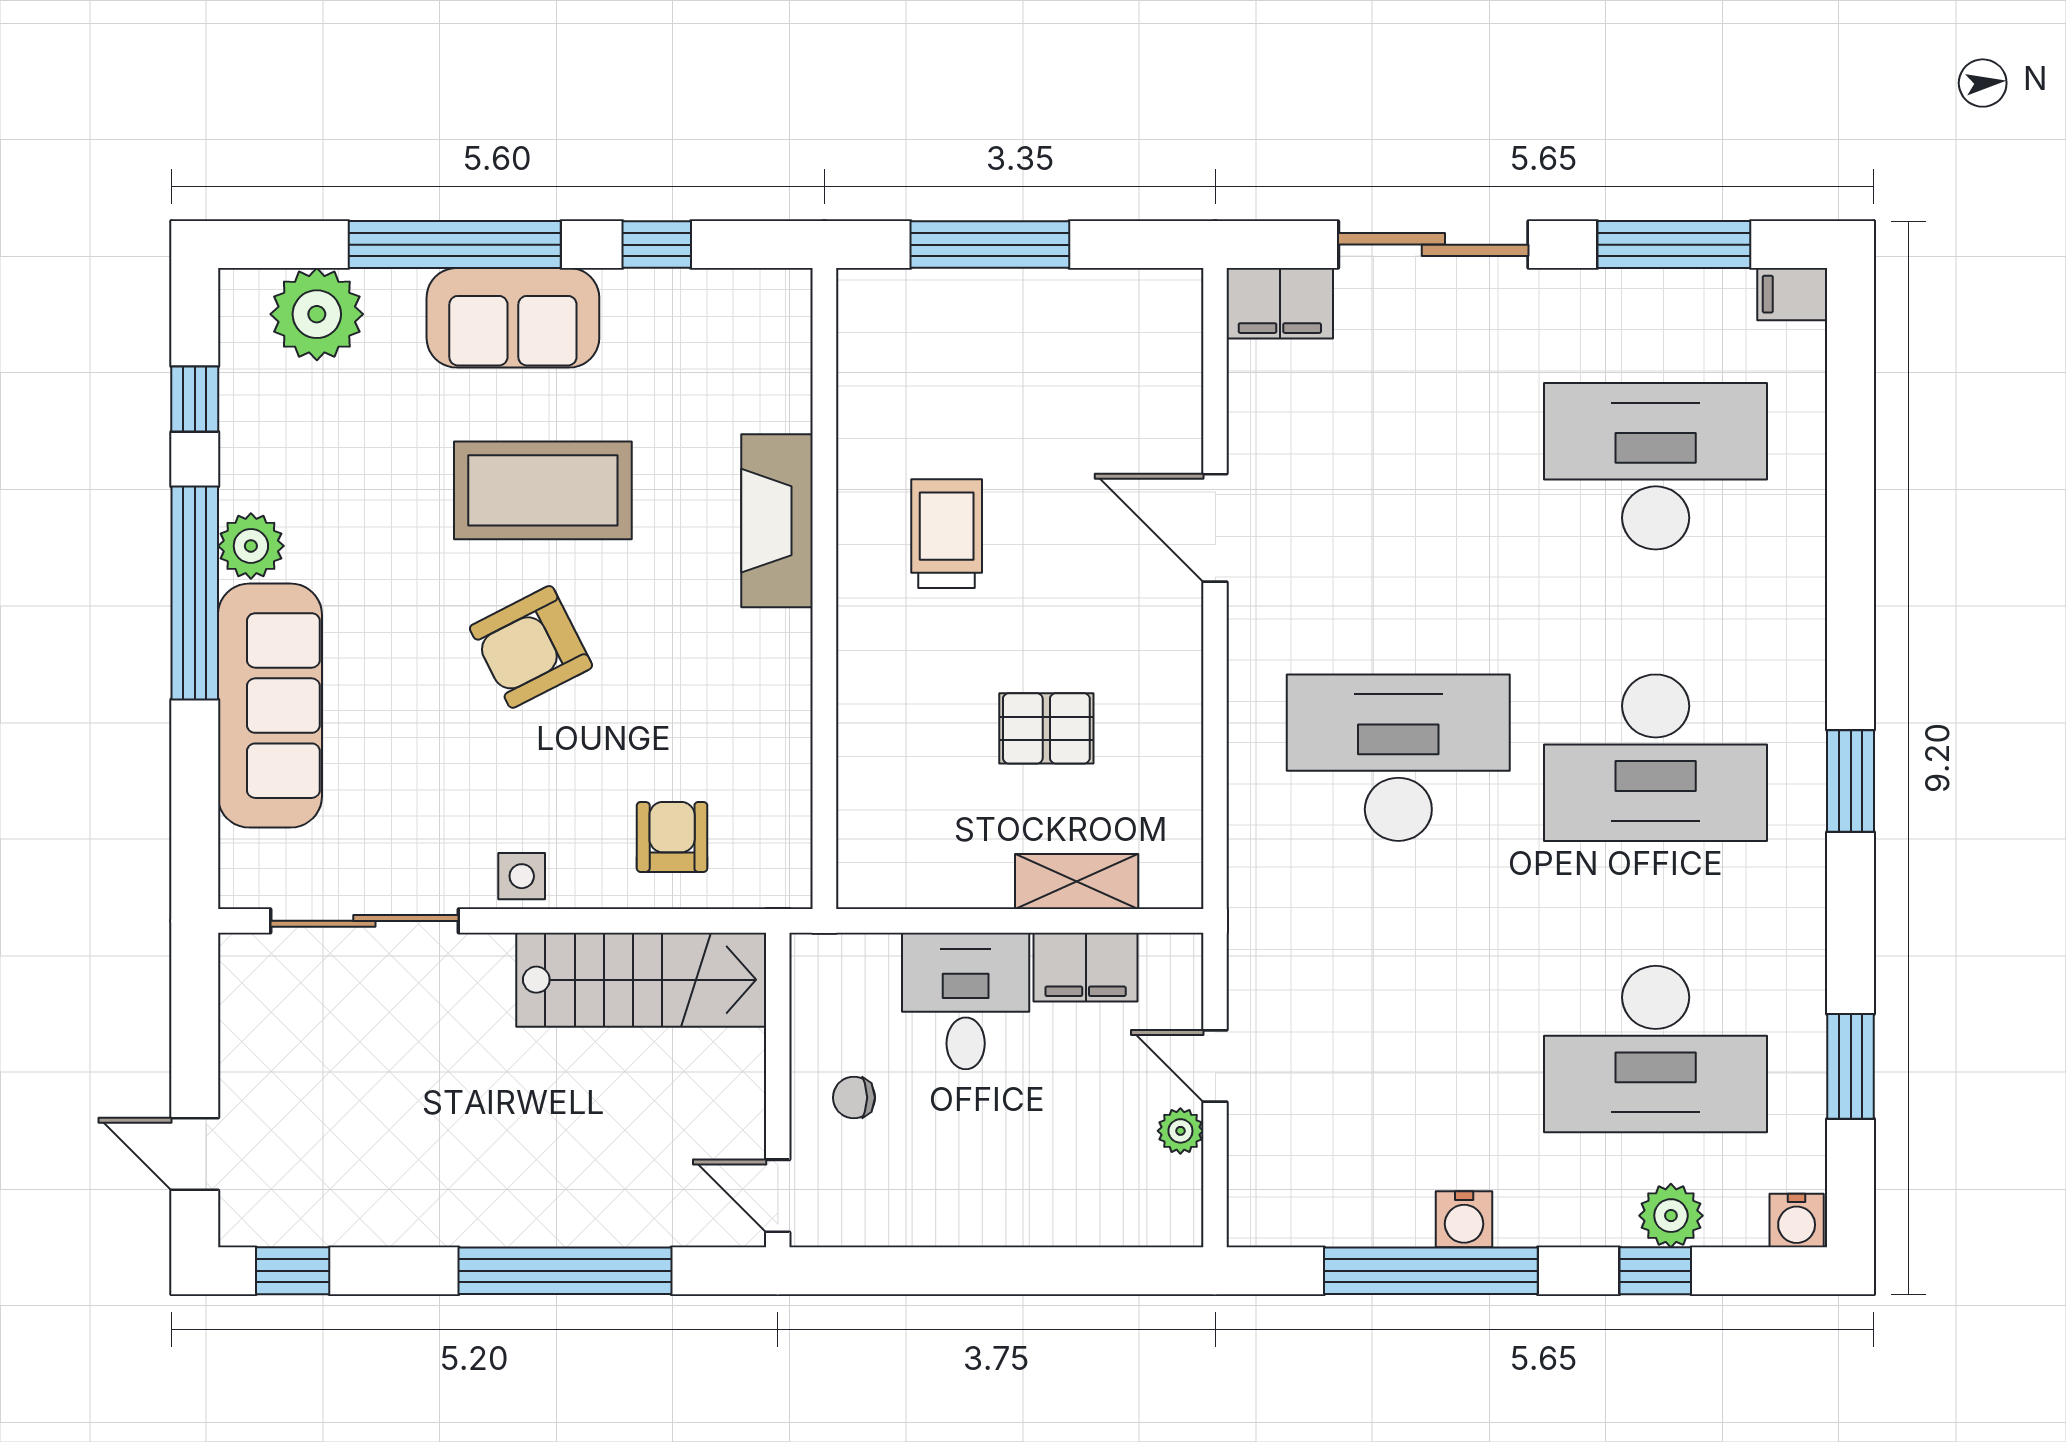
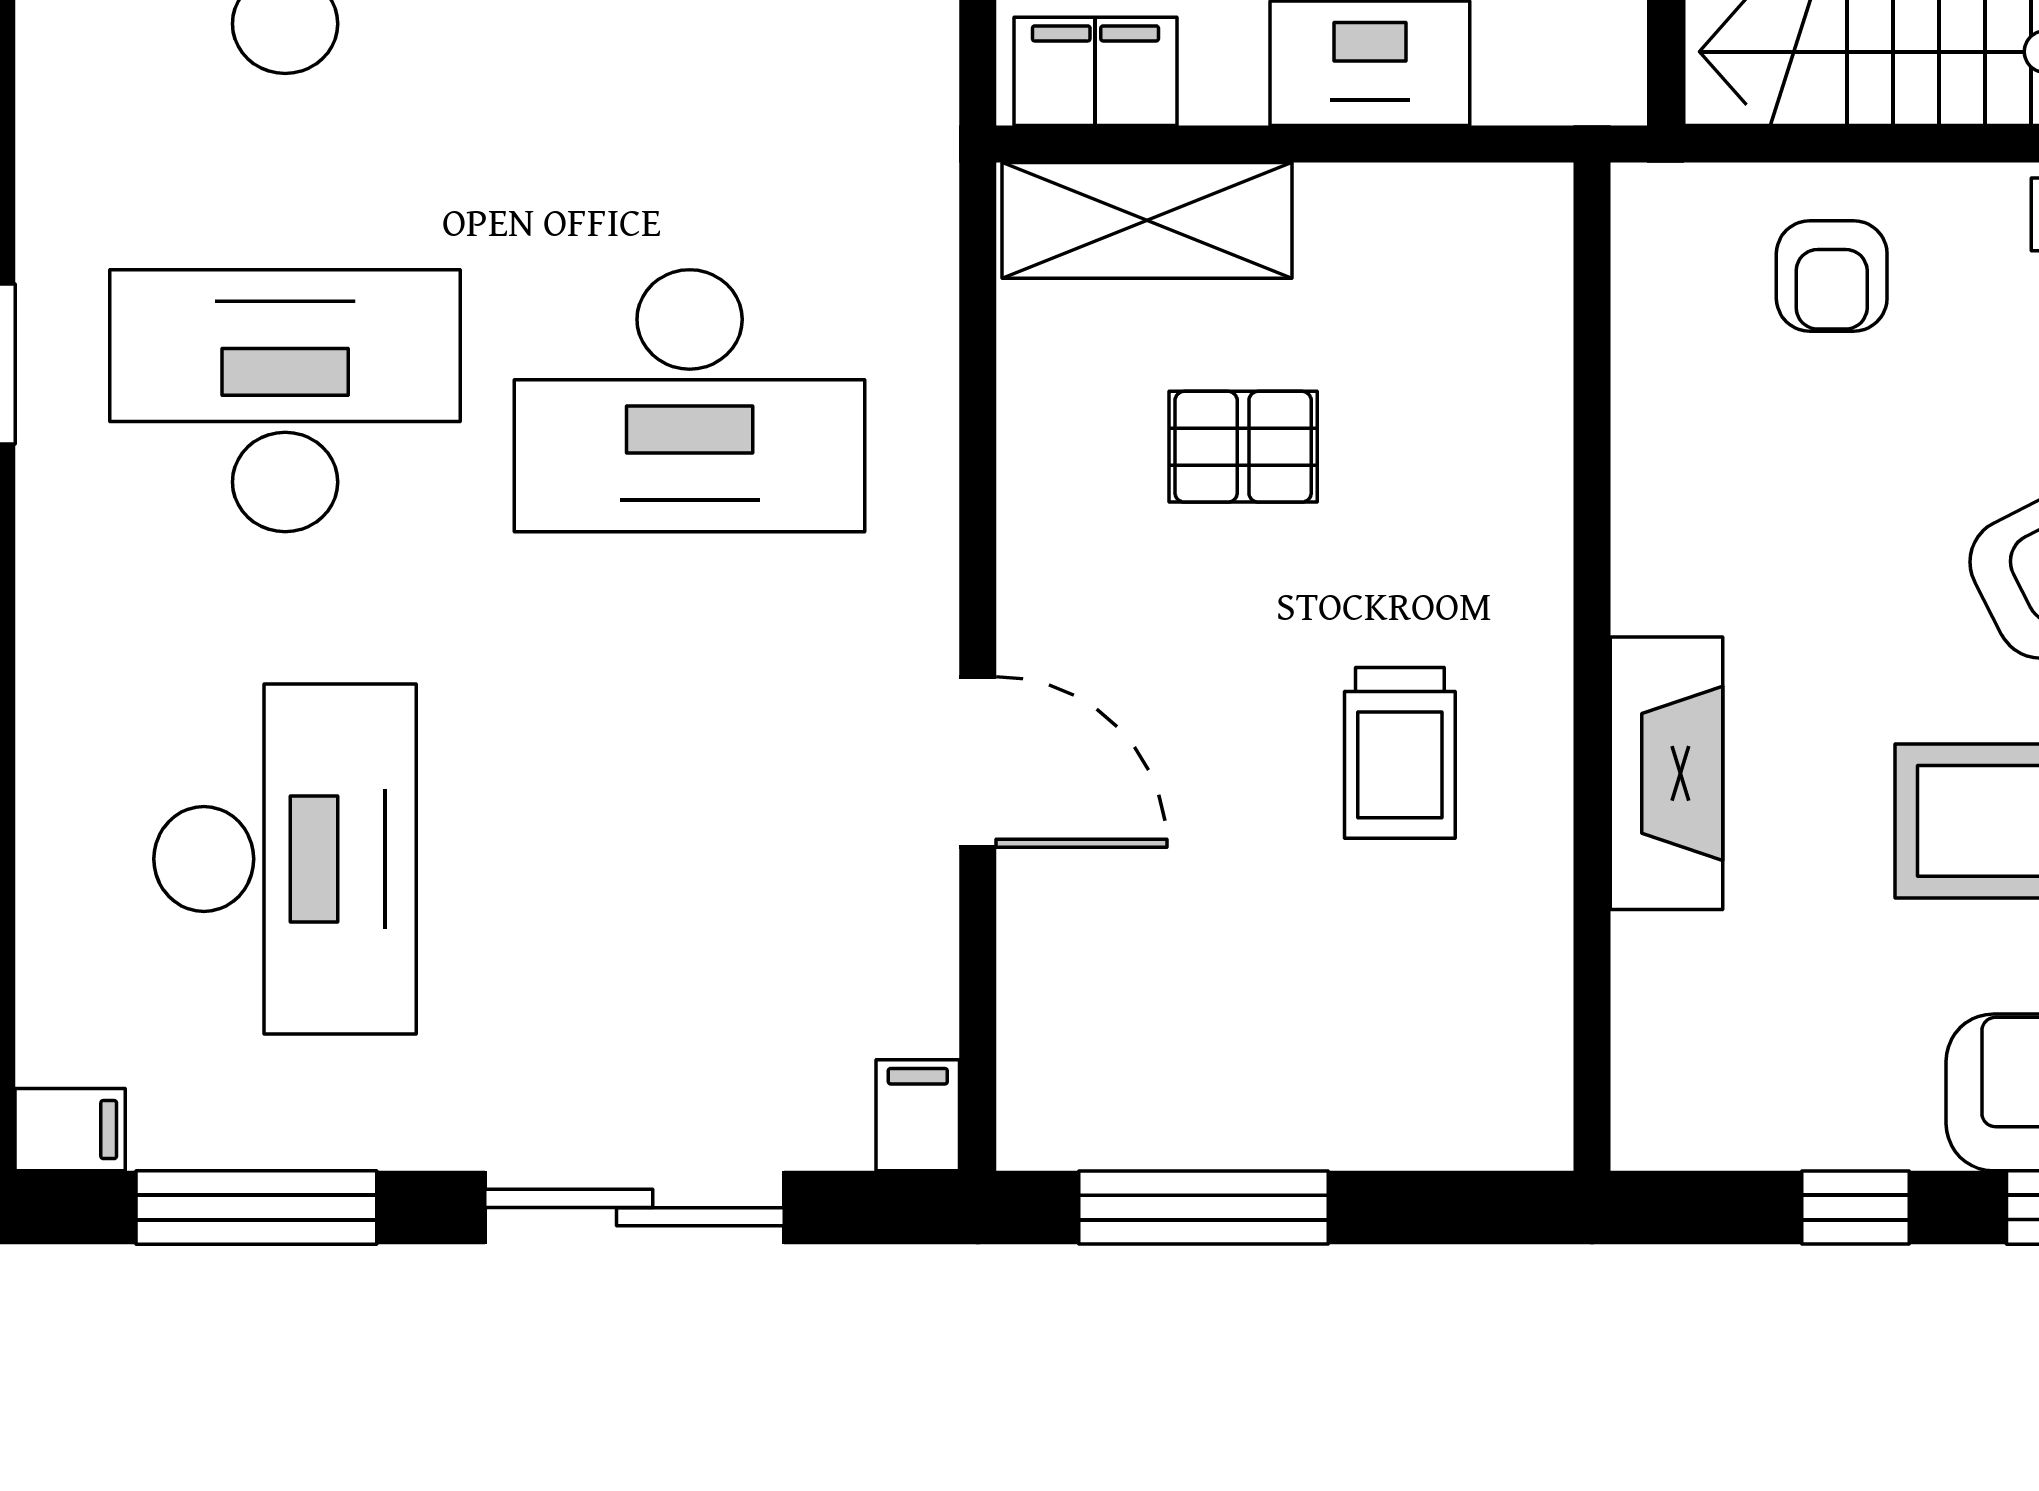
window: (990, 245) -> (1203, 1208), moved
filing cabinet: (1280, 303) -> (918, 1115), width x0.50
desk: (1656, 466) -> (285, 859), turned -90
shelving: (1077, 882) -> (1147, 220), width x1.50, depth x1.33
filing cabinet: (1086, 967) -> (1095, 71), moved

